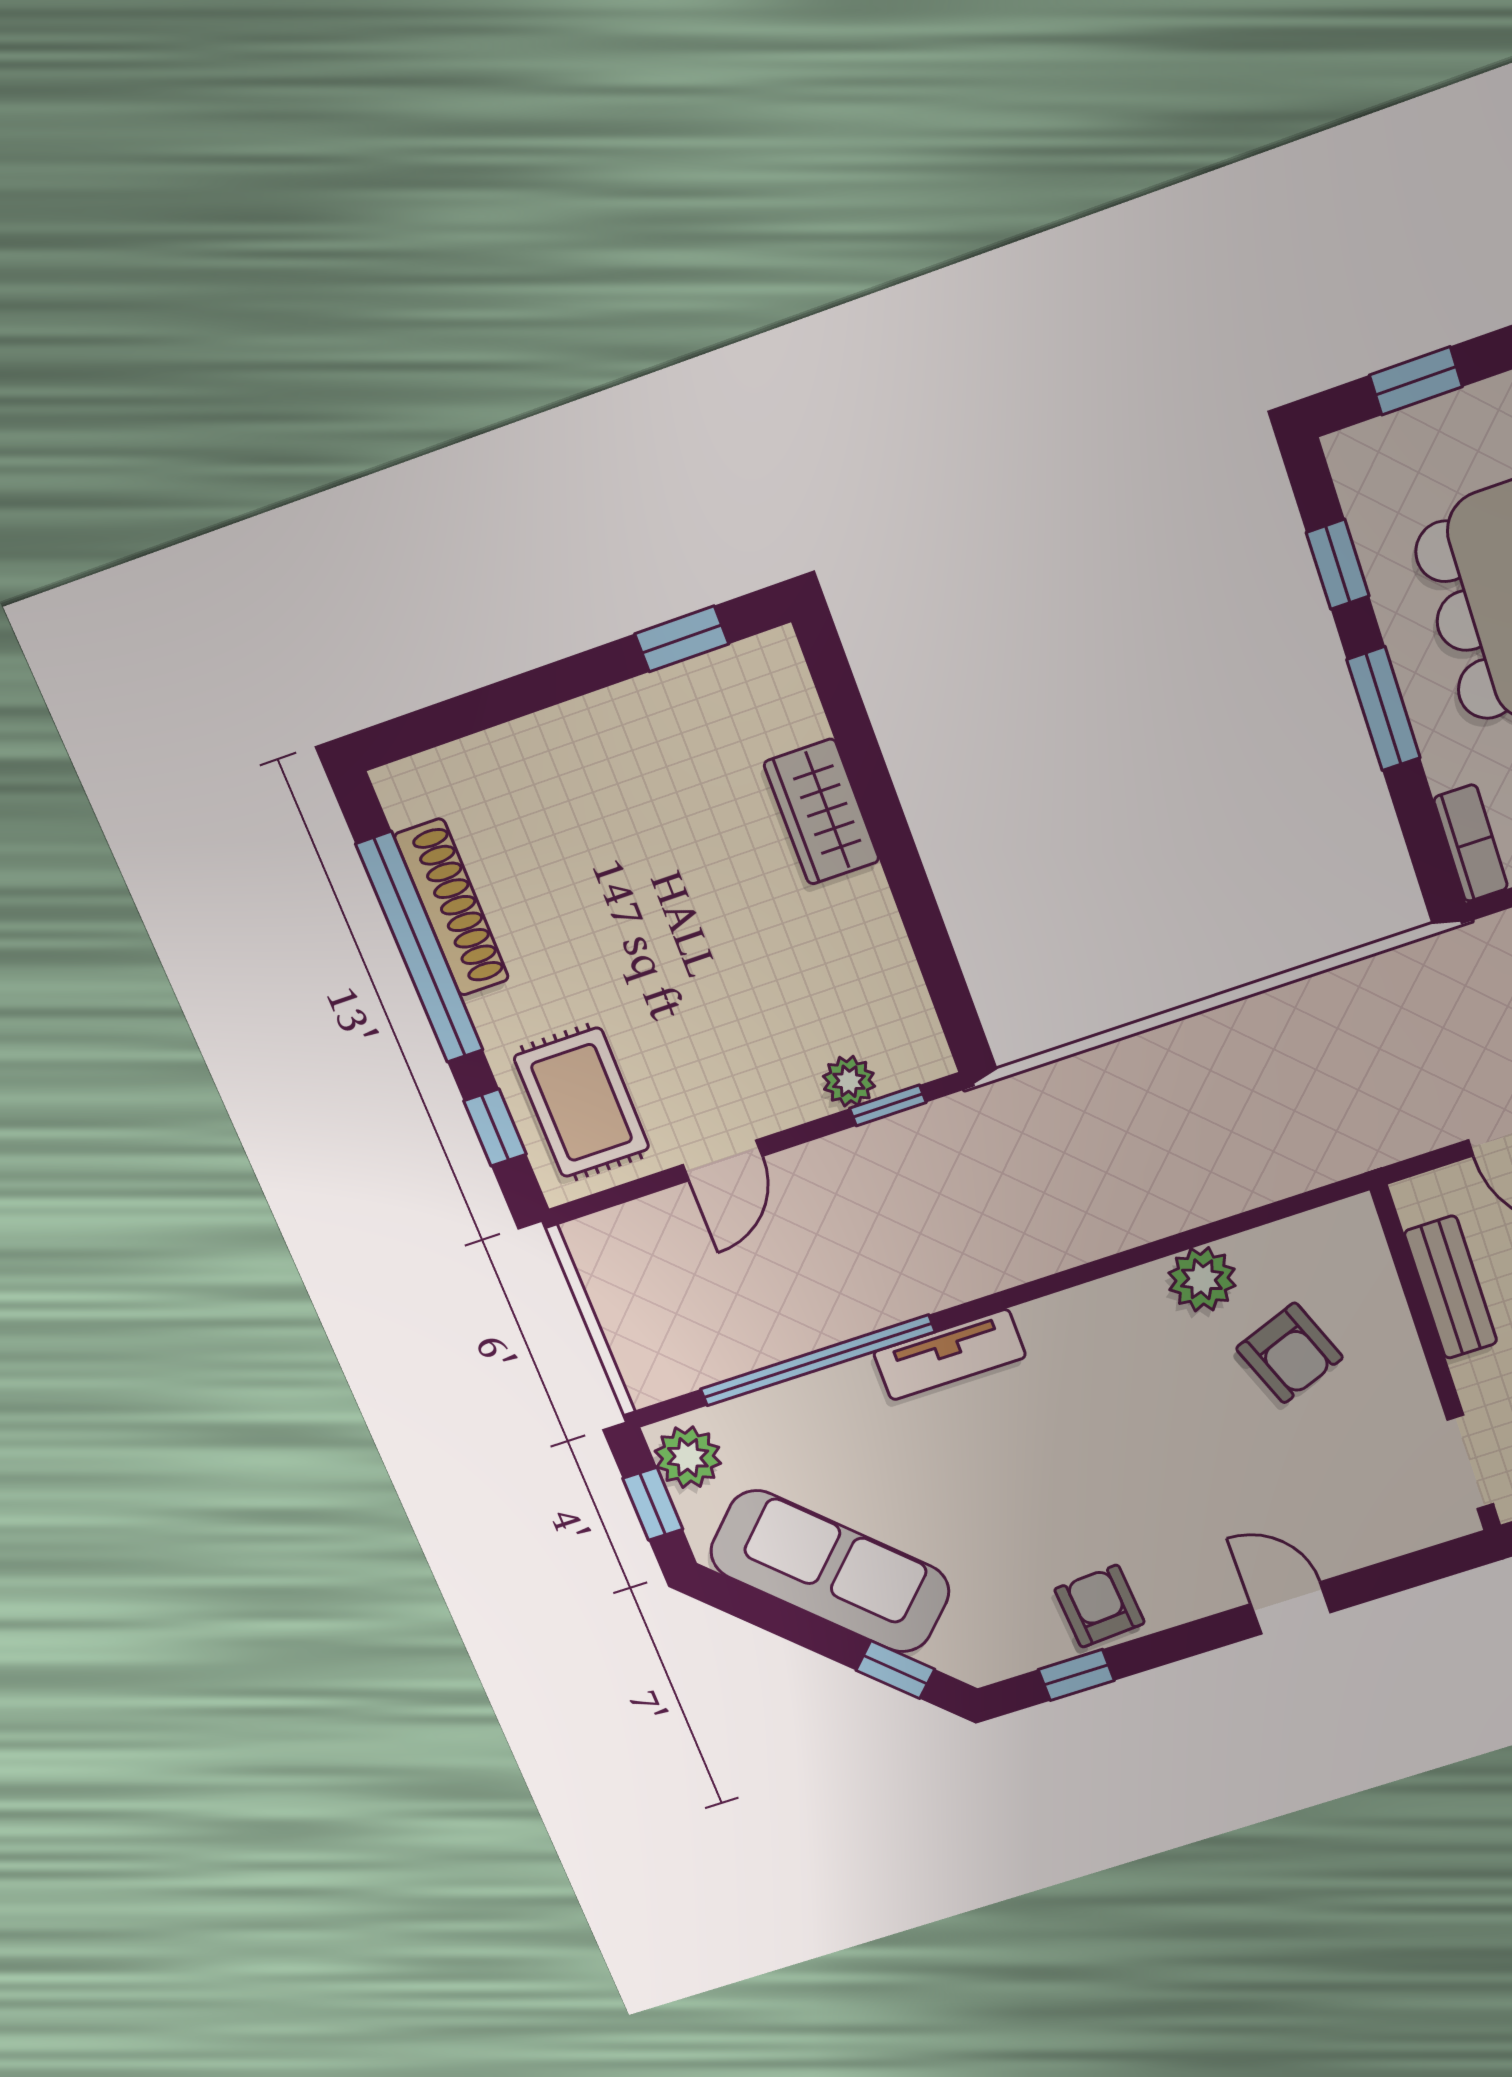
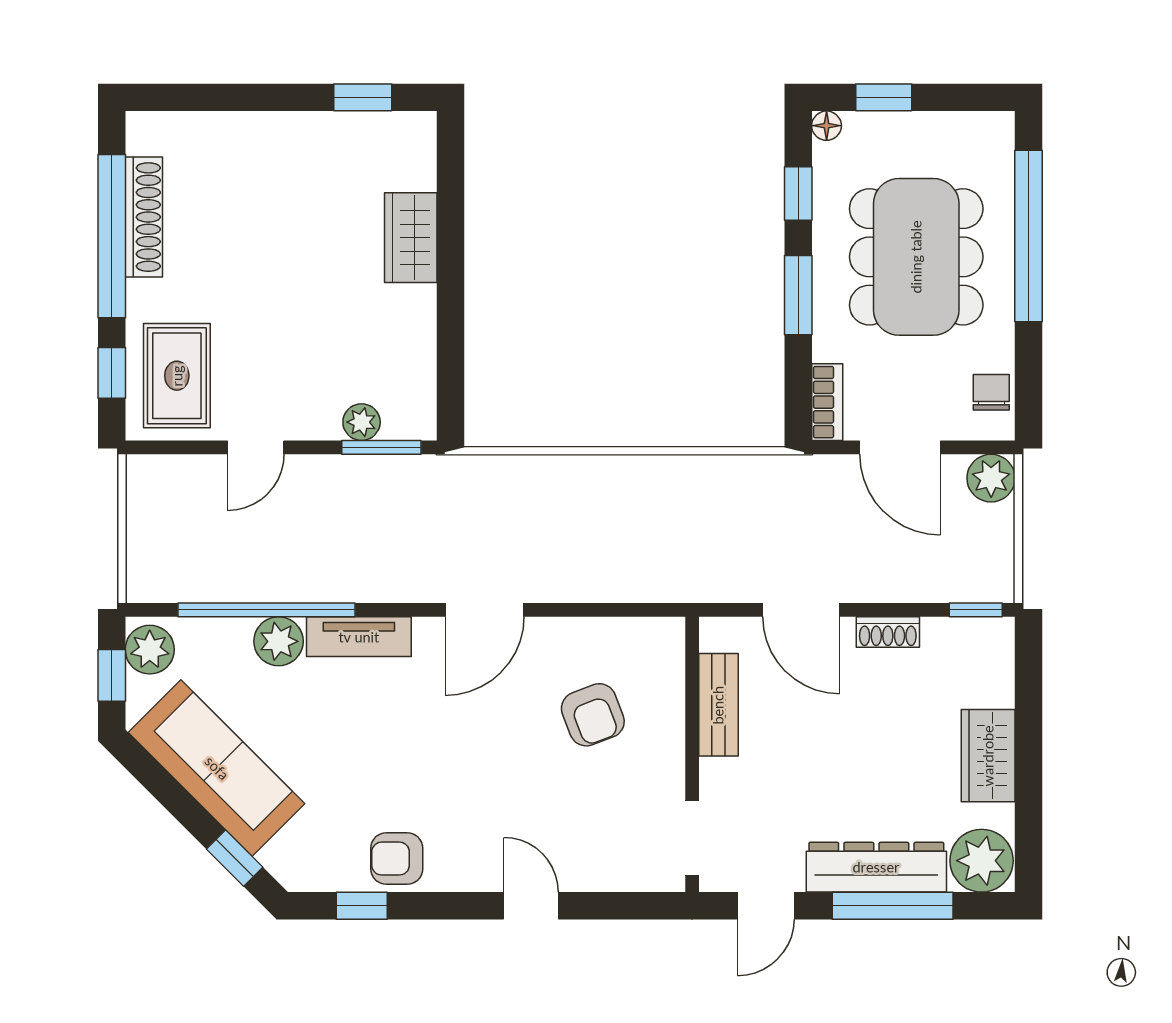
floor lamp: (1347, 452) -> (827, 126), added
window: (888, 1105) -> (381, 447), width x1.50
door: (1101, 1268) -> (485, 610), added
plant: (1202, 1279) -> (279, 641), moved
armchair: (1100, 1606) -> (397, 859), turned -86

